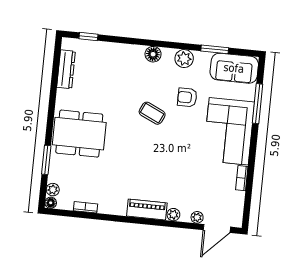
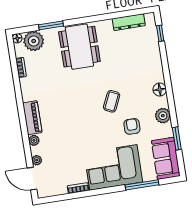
plant: (53, 190) -> (34, 41), width x1.88, depth x1.88

